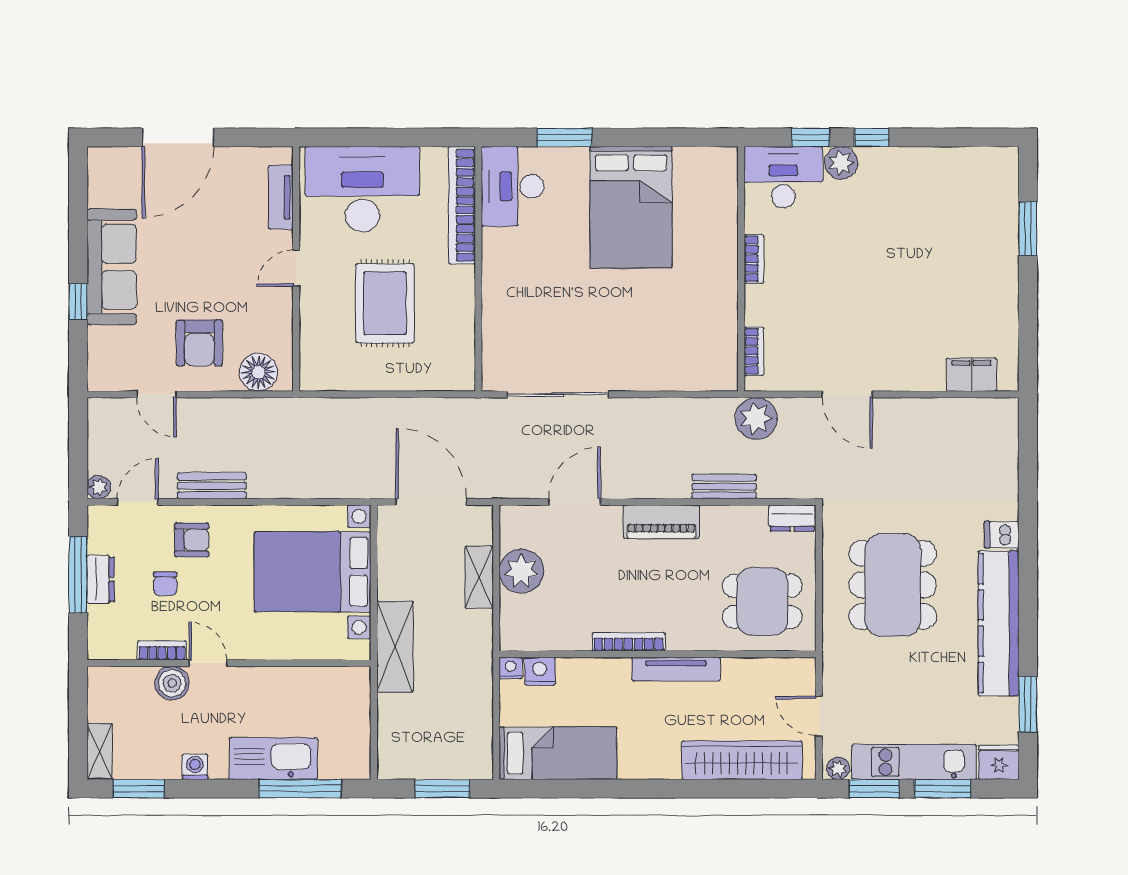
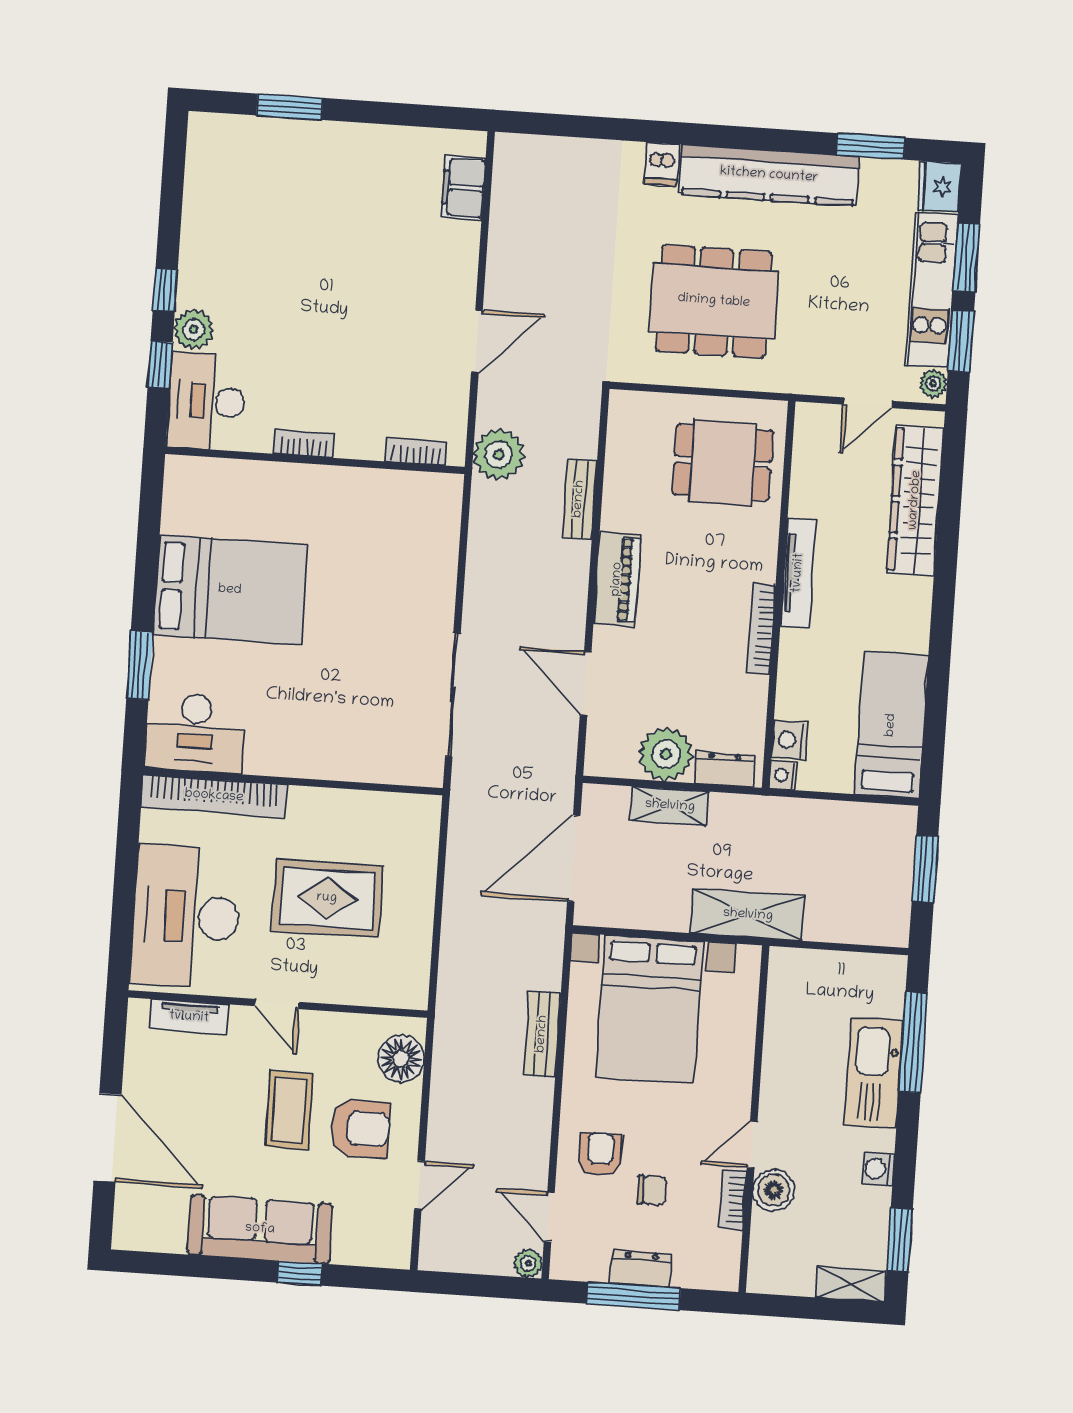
coffee table: (210, 284) -> (289, 1110), added
bench: (212, 486) -> (542, 1034), moved
dresser: (792, 518) -> (724, 769), moved, turned -90
dining table: (762, 601) -> (723, 462), turned 90

